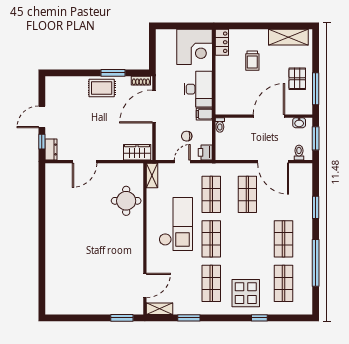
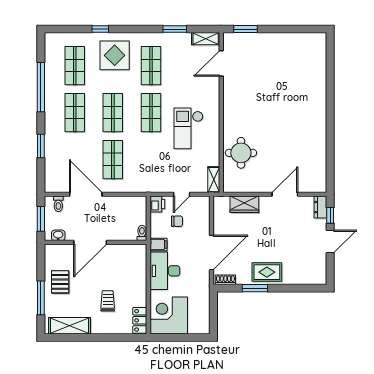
window: (316, 89) -> (41, 298), moved
wardrobe: (137, 152) -> (244, 204), moved
shop shelf: (211, 194) -> (113, 113), moved
checkout: (176, 224) -> (188, 128), width x0.73, depth x0.83

